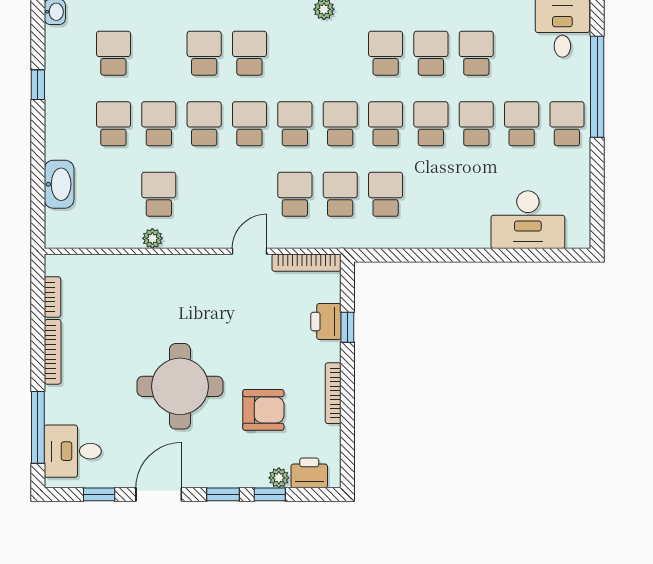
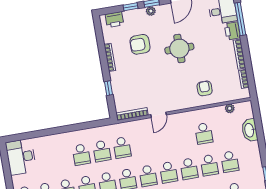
school desk: (295, 194) -> (81, 155), moved
desk: (528, 220) -> (21, 157), moved, turned -90
plant: (152, 238) -> (230, 108), moved
armchair: (141, 291) -> (205, 88), added
printer: (326, 321) -> (232, 31), moved, turned 180
round table: (180, 386) -> (179, 49), width x0.73, depth x0.73
plant: (279, 478) -> (151, 11), moved

